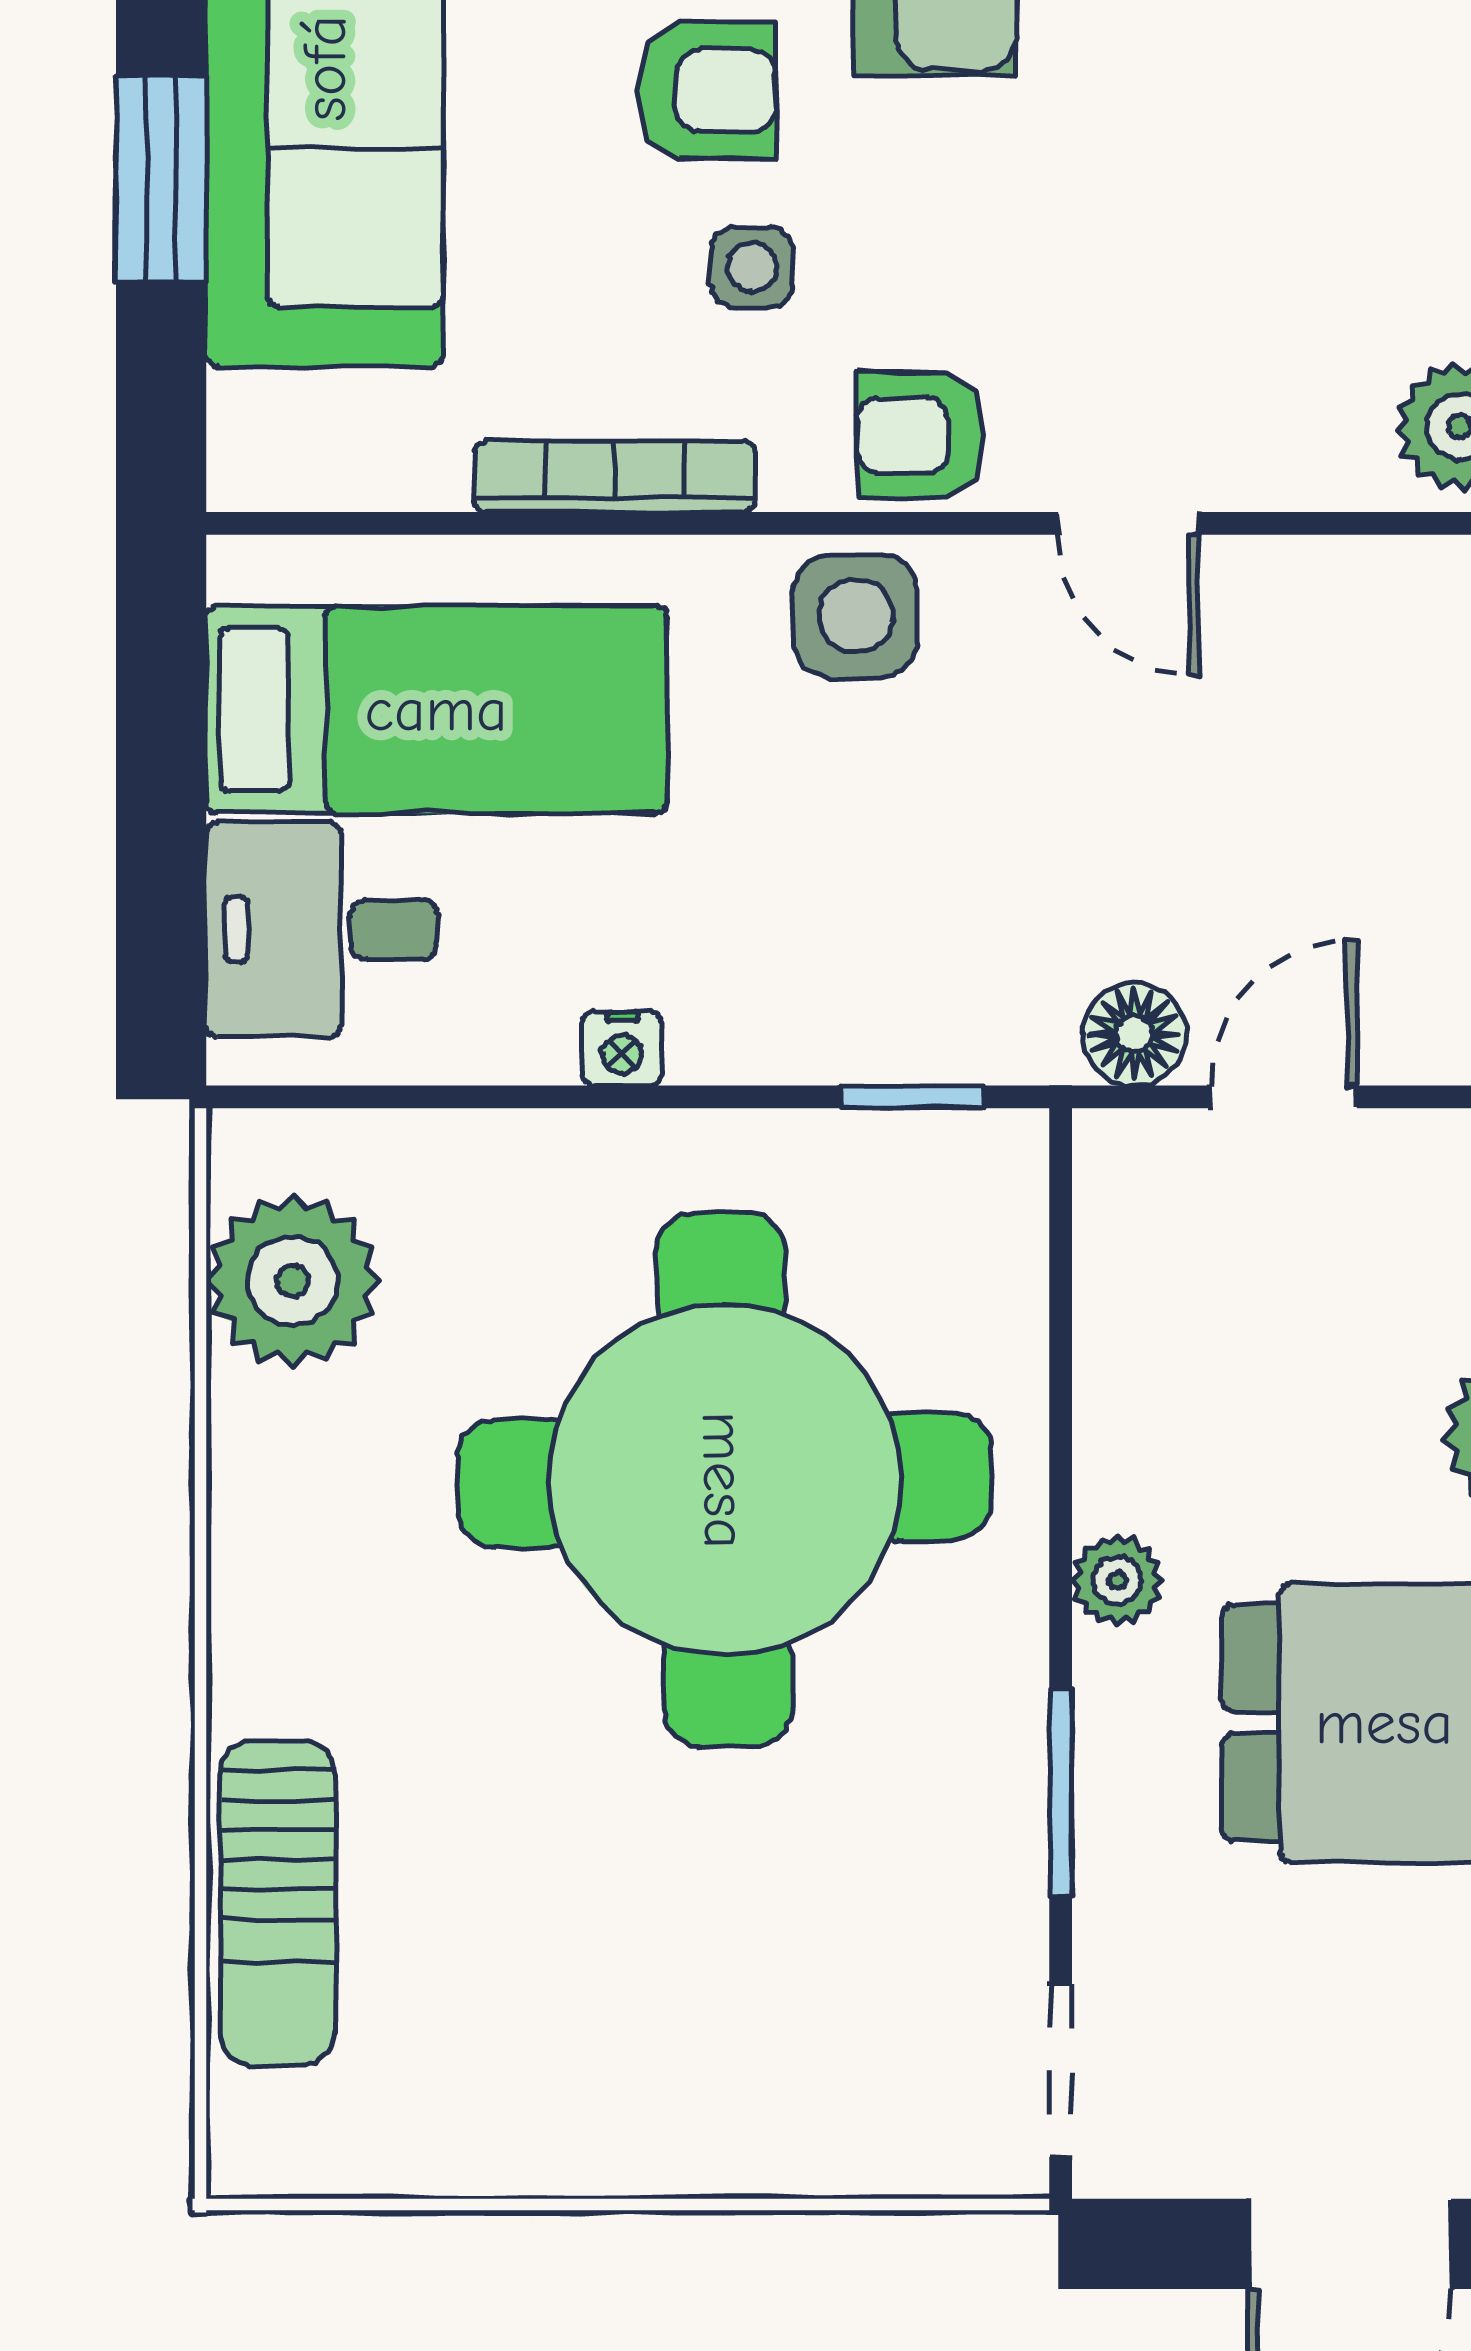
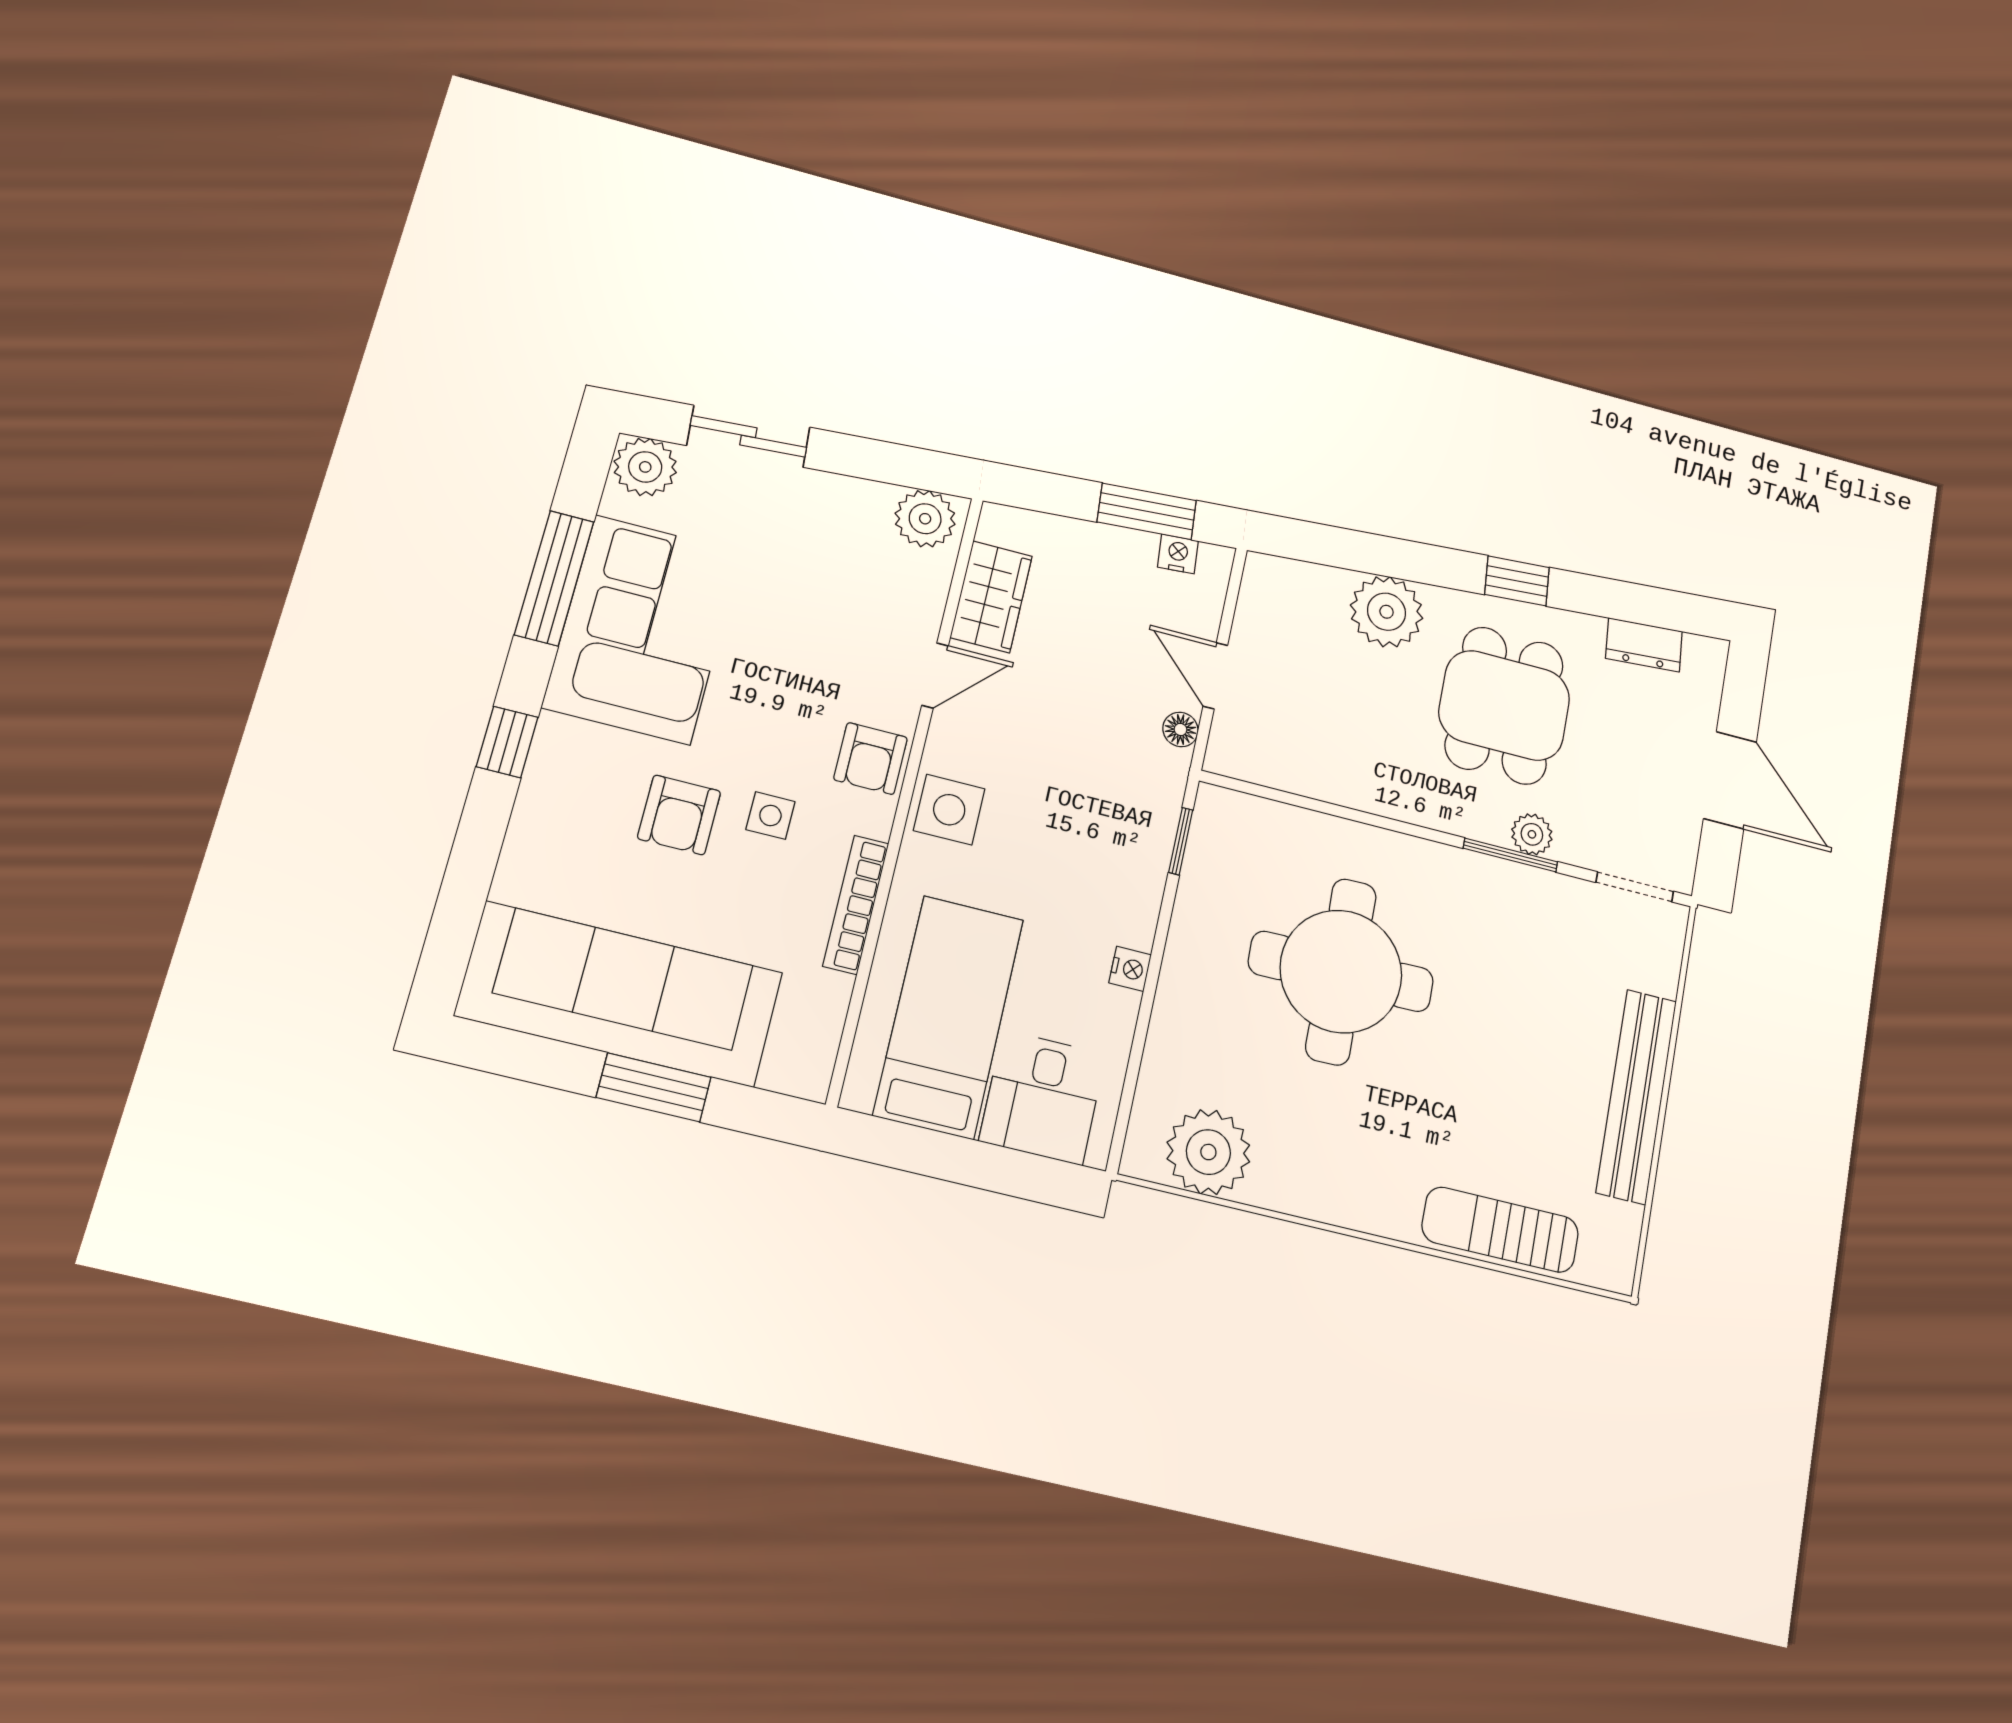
armchair: (707, 91) -> (679, 815), turned 180
wardrobe: (1328, 599) -> (991, 597), added
floor lamp: (1134, 1034) -> (1180, 729), width x0.73, depth x0.73
round table: (724, 1480) -> (1341, 971), width x0.73, depth x0.73
plant: (1117, 1580) -> (1532, 834), moved
sun lounger: (278, 1903) -> (1500, 1230), turned 180
bench: (617, 2144) -> (1636, 1096), added

